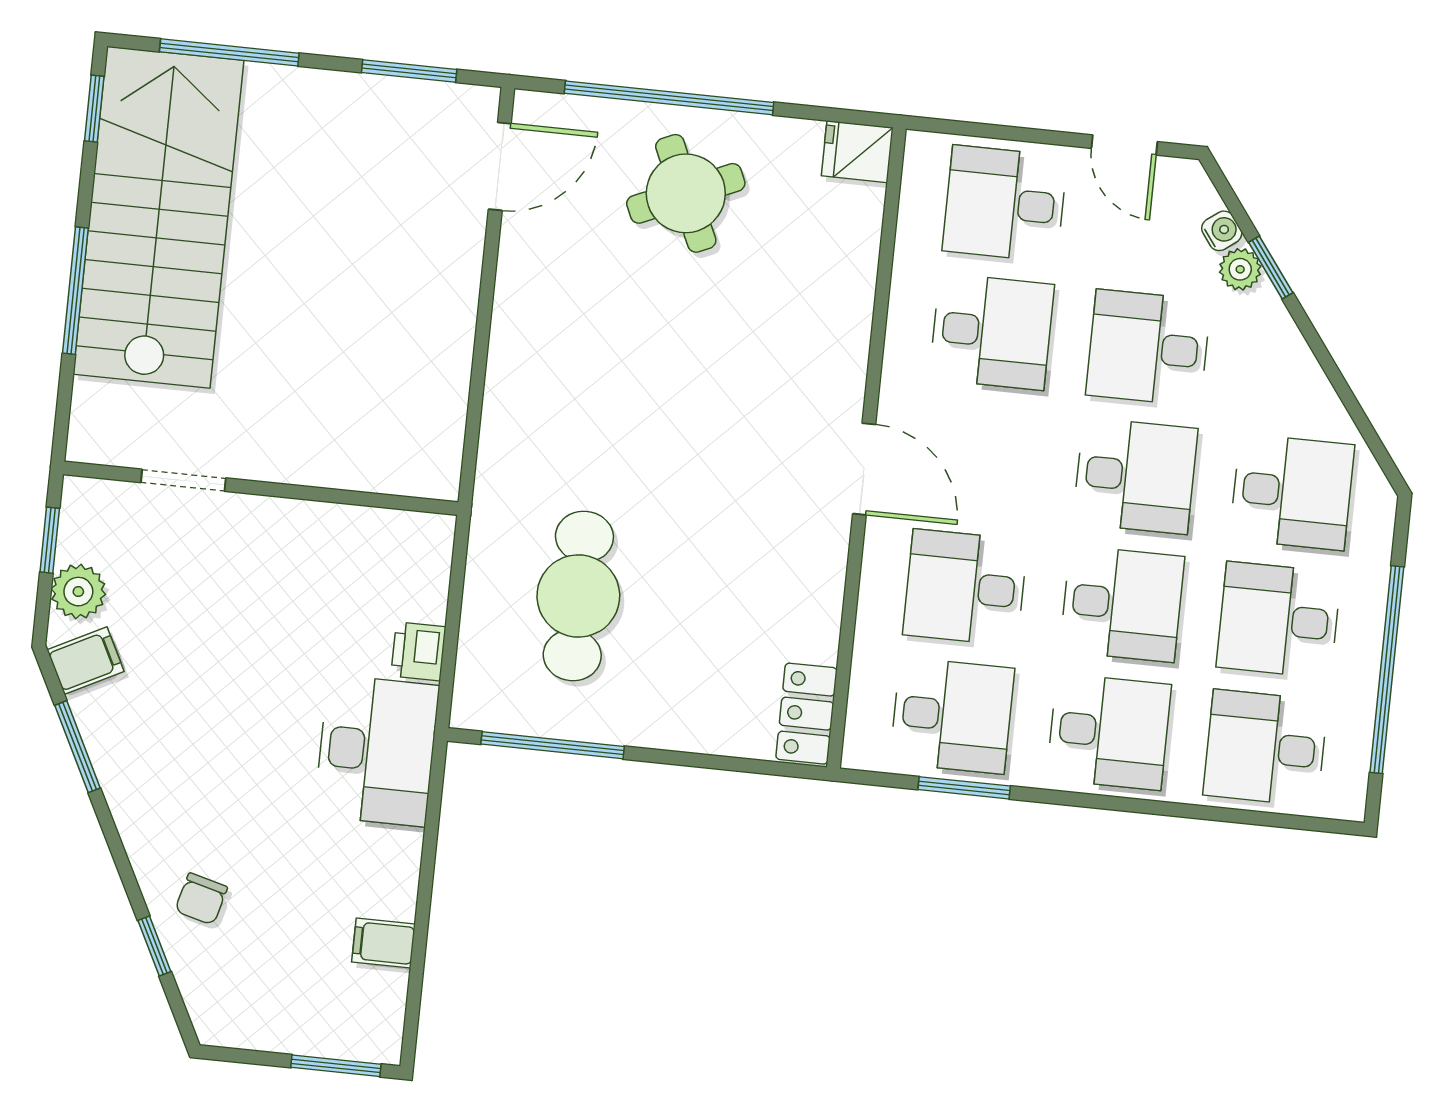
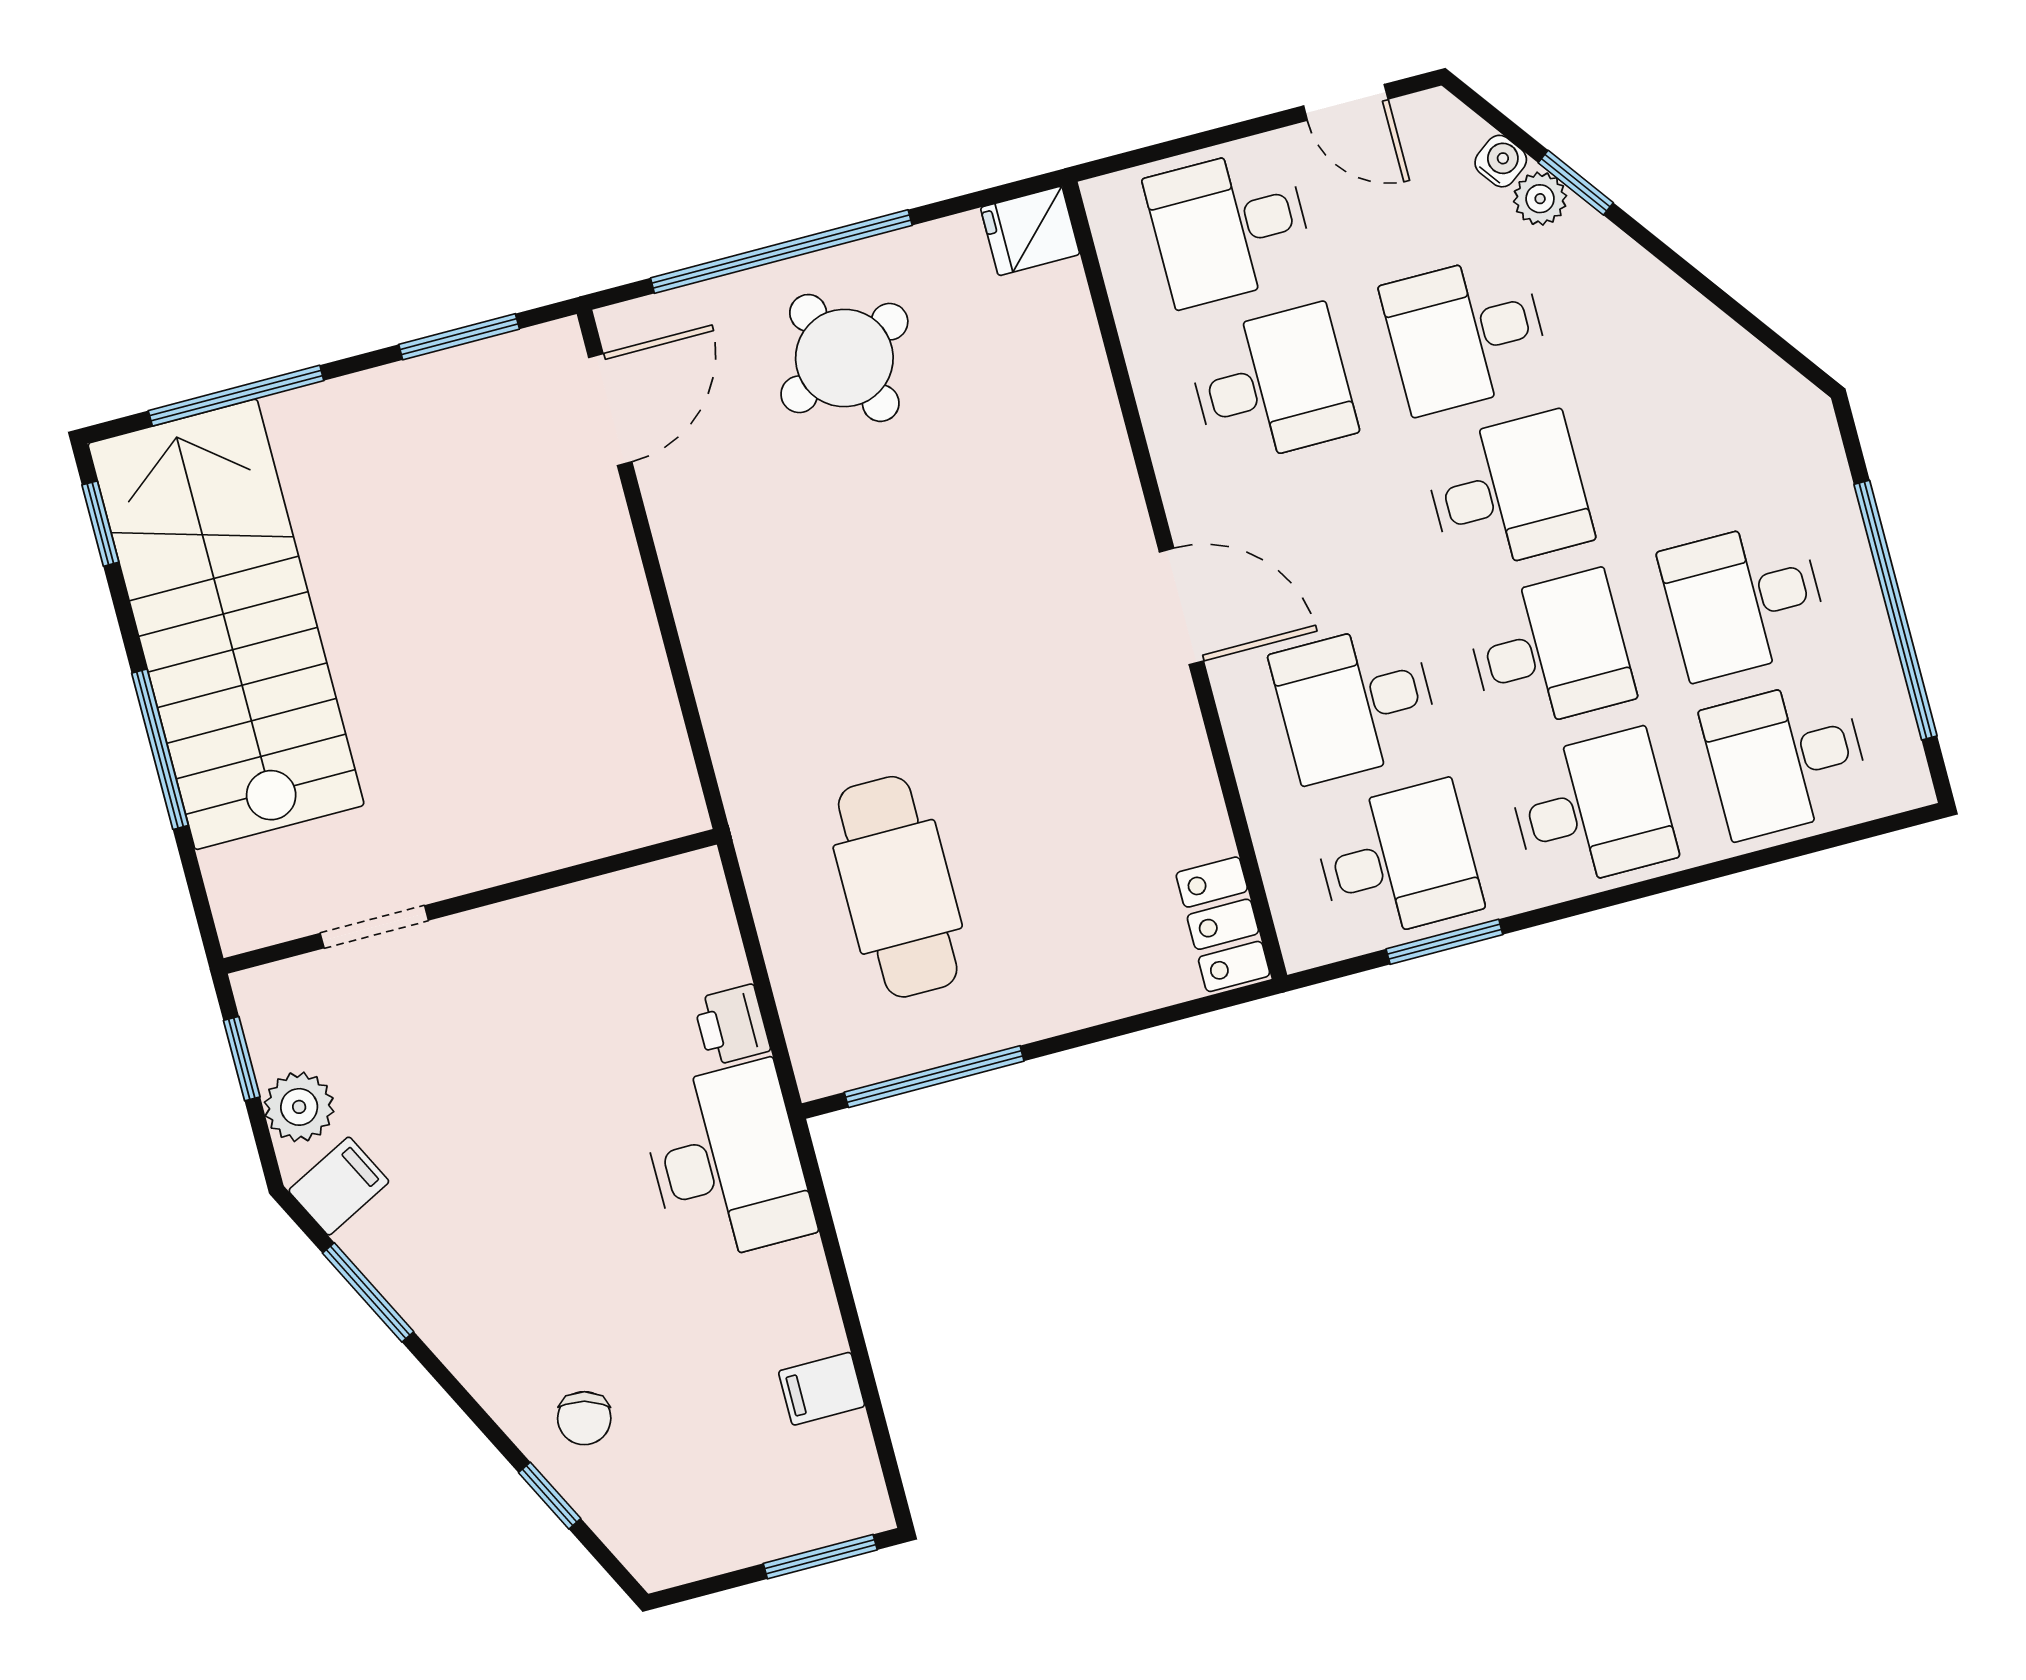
desk: (1292, 492) -> (1702, 441), removed

